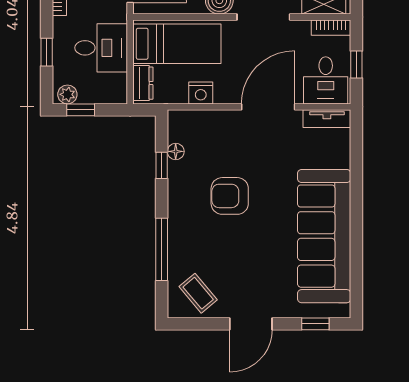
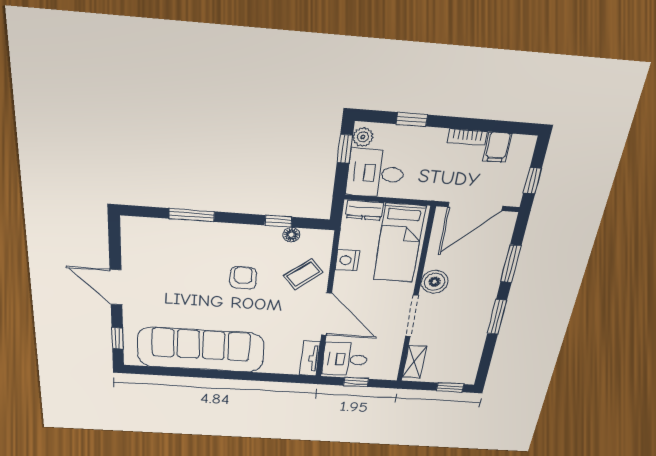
bookcase: (331, 28) -> (392, 366), removed
desk: (101, 48) -> (375, 173), moved, turned 90
armchair: (230, 196) -> (243, 278), width x0.72, depth x0.72
window: (162, 249) -> (192, 215), width x0.69
coffee table: (198, 293) -> (303, 274), moved

